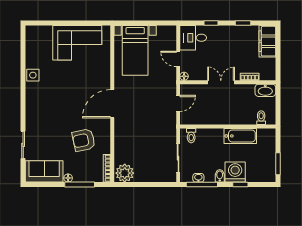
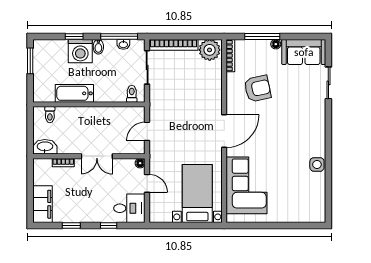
corner sofa: (77, 43) -> (247, 185), moved, turned 90
bookcase: (155, 177) -> (173, 45), added

